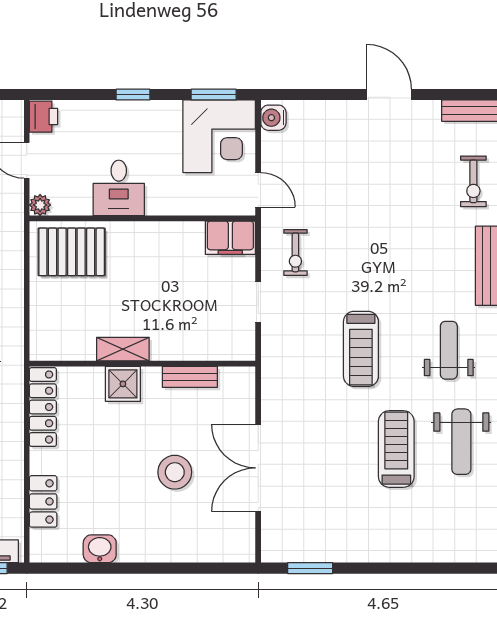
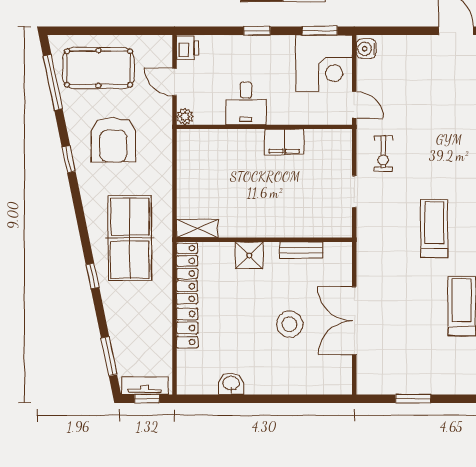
filing cabinet: (230, 238) -> (284, 142), moved
pallet: (72, 252) -> (209, 153), removed
shelving: (123, 349) -> (197, 229), moved
treadmill: (361, 349) -> (434, 228), turned 180
locker: (43, 501) -> (187, 328), moved
window: (310, 568) -> (413, 399), moved

